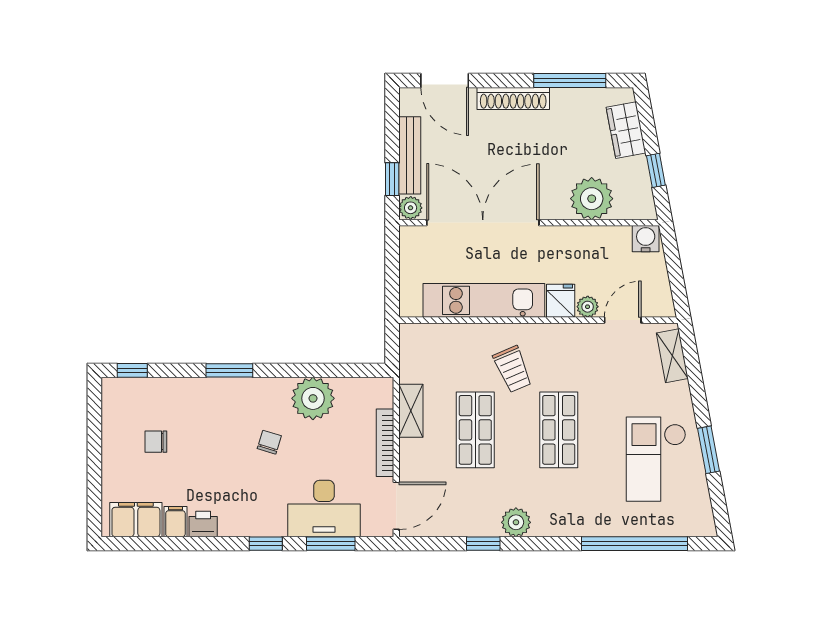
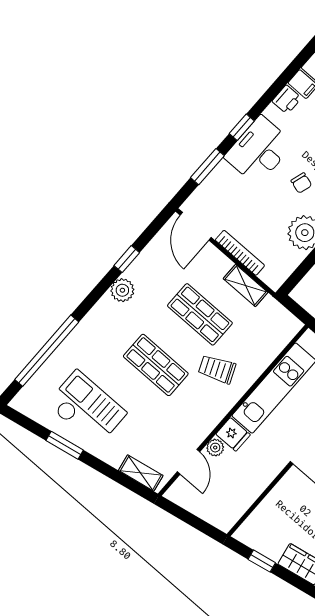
plant: (592, 199) -> (279, 507), removed
water cooler: (646, 239) -> (226, 519), removed
desk: (324, 508) -> (259, 150), moved

